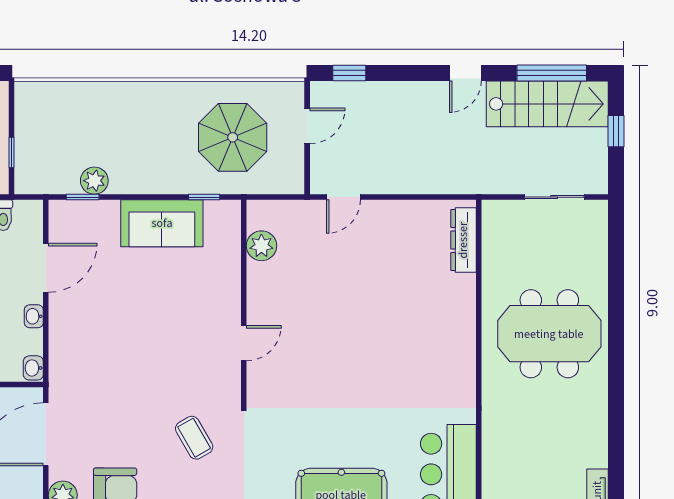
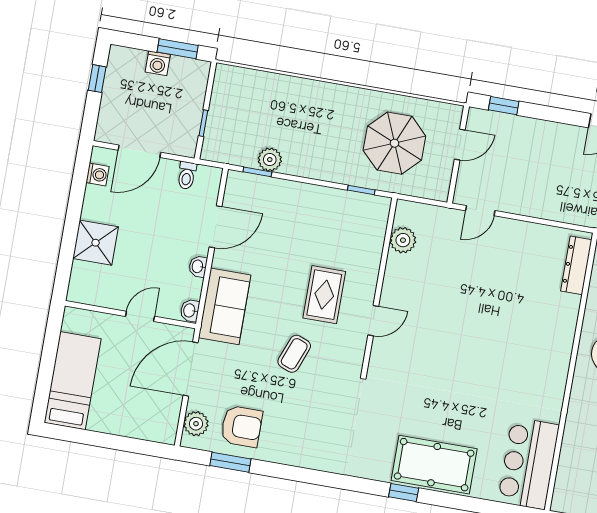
sofa: (162, 223) -> (225, 306), moved, turned -90
rug: (183, 323) -> (324, 295), added
coffee table: (194, 438) -> (294, 354), moved, turned 51

